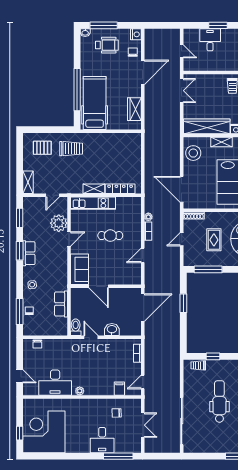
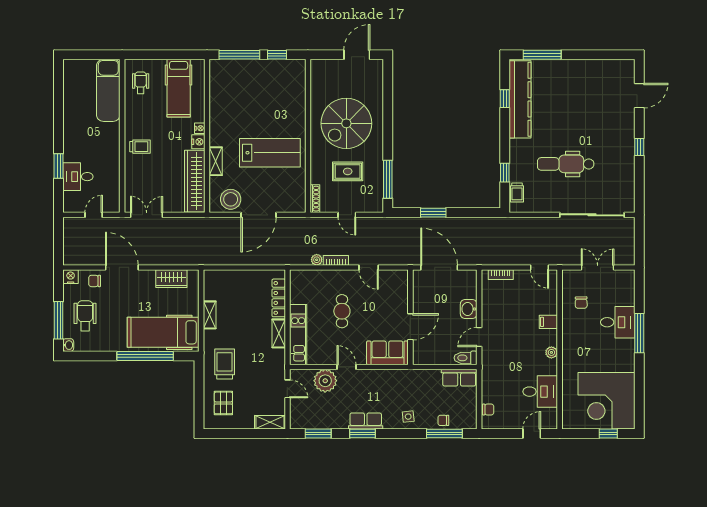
shelving: (107, 137) -> (210, 315), added
door: (182, 189) -> (259, 215), moved
row of seats: (61, 304) -> (459, 378), moved
desk: (55, 383) -> (540, 392), width x0.73
filing cabinet: (119, 389) -> (548, 322), moved
window: (118, 456) -> (639, 333), moved

